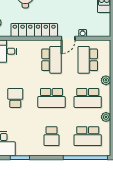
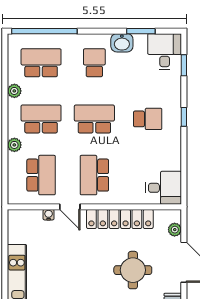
door: (68, 38) -> (70, 207), swing flipped
school desk: (15, 98) -> (148, 119), turned -90
washbasin: (33, 150) -> (122, 43), added

